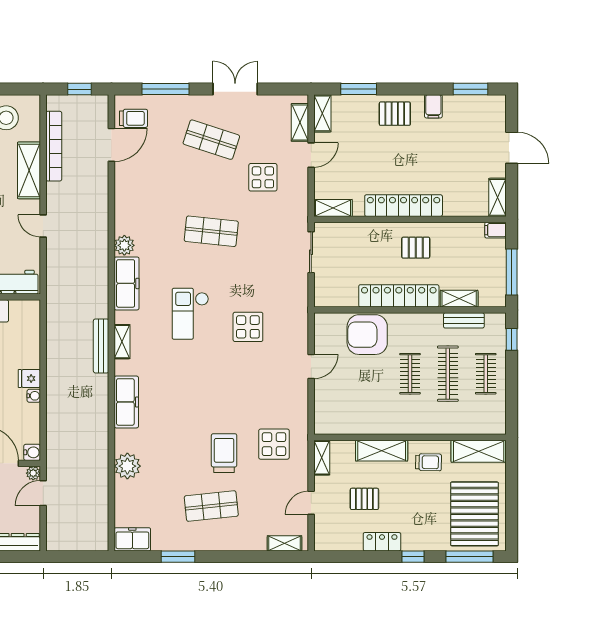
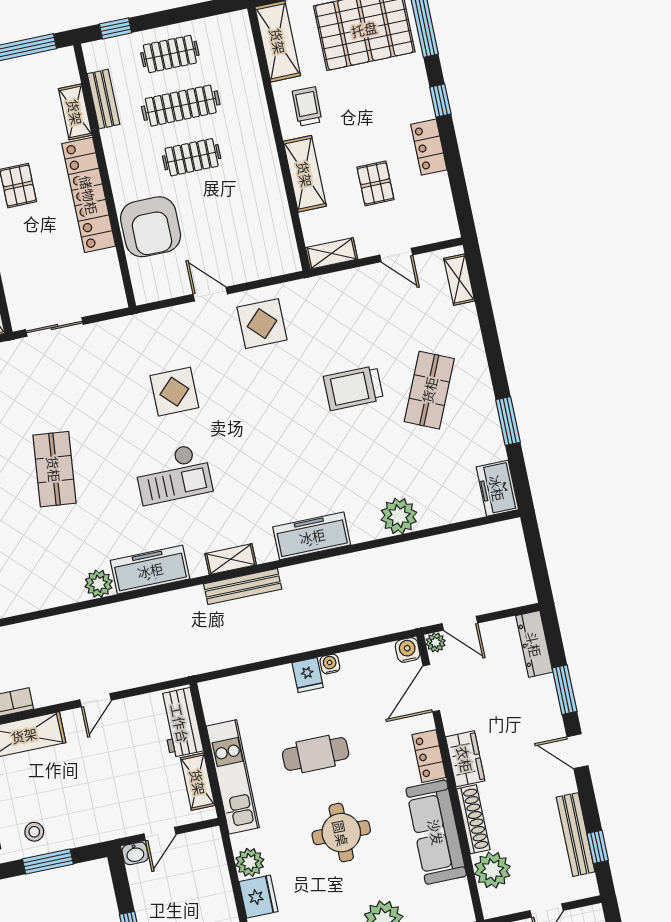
display table: (274, 444) -> (262, 324), moved
shop shelf: (211, 506) -> (429, 390), turned 30

